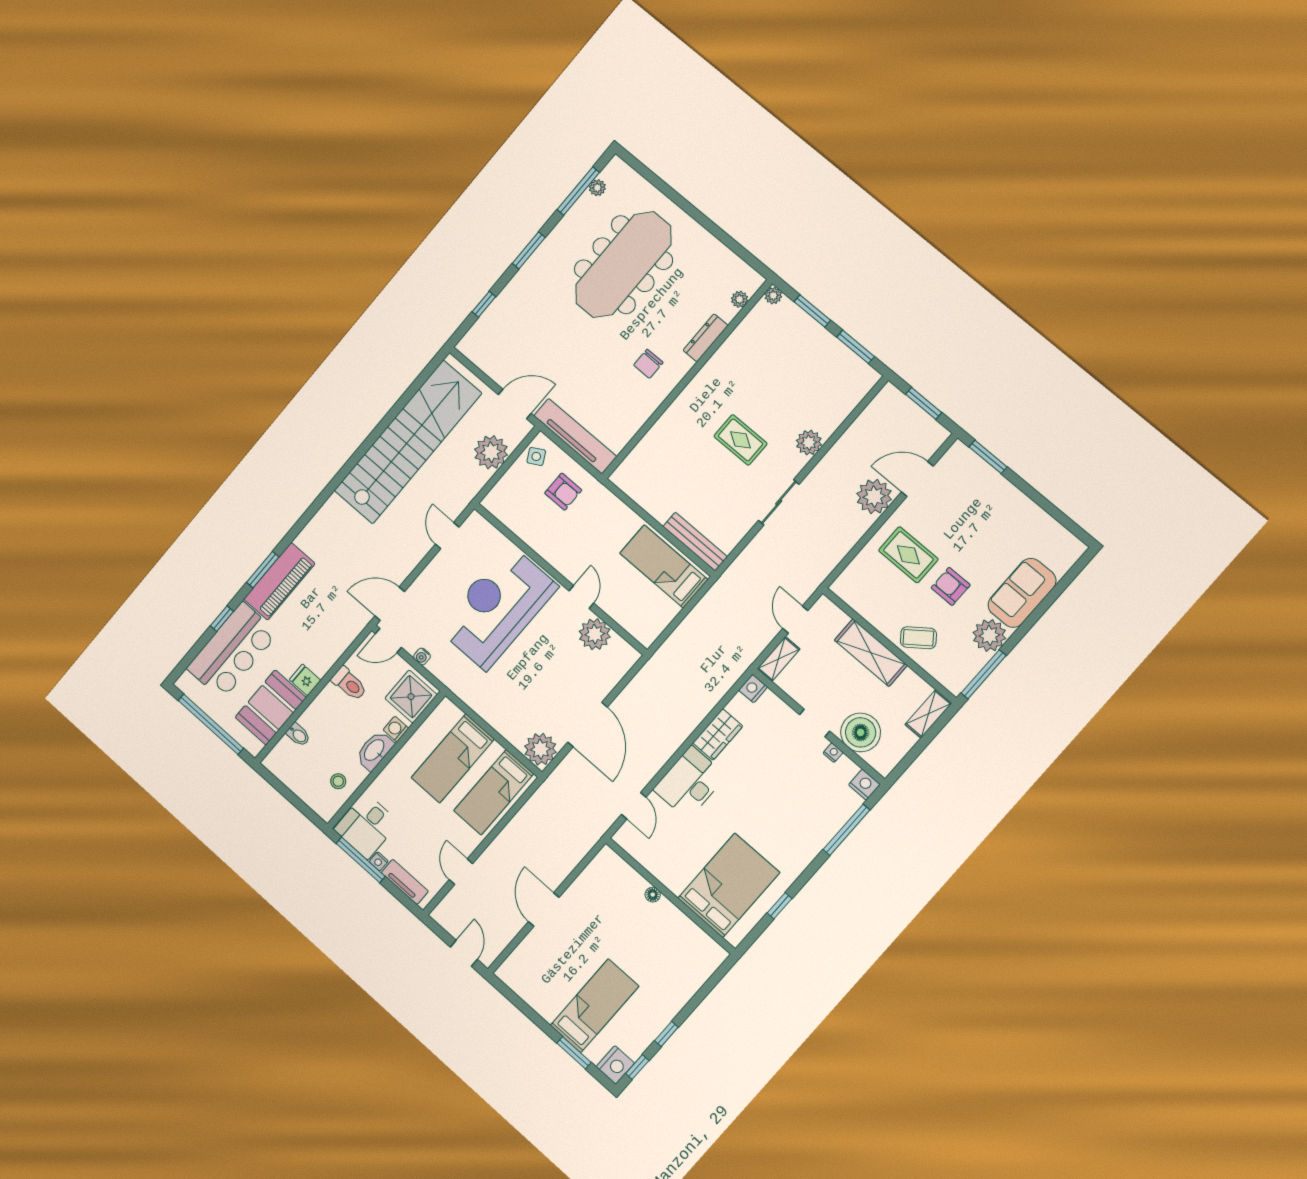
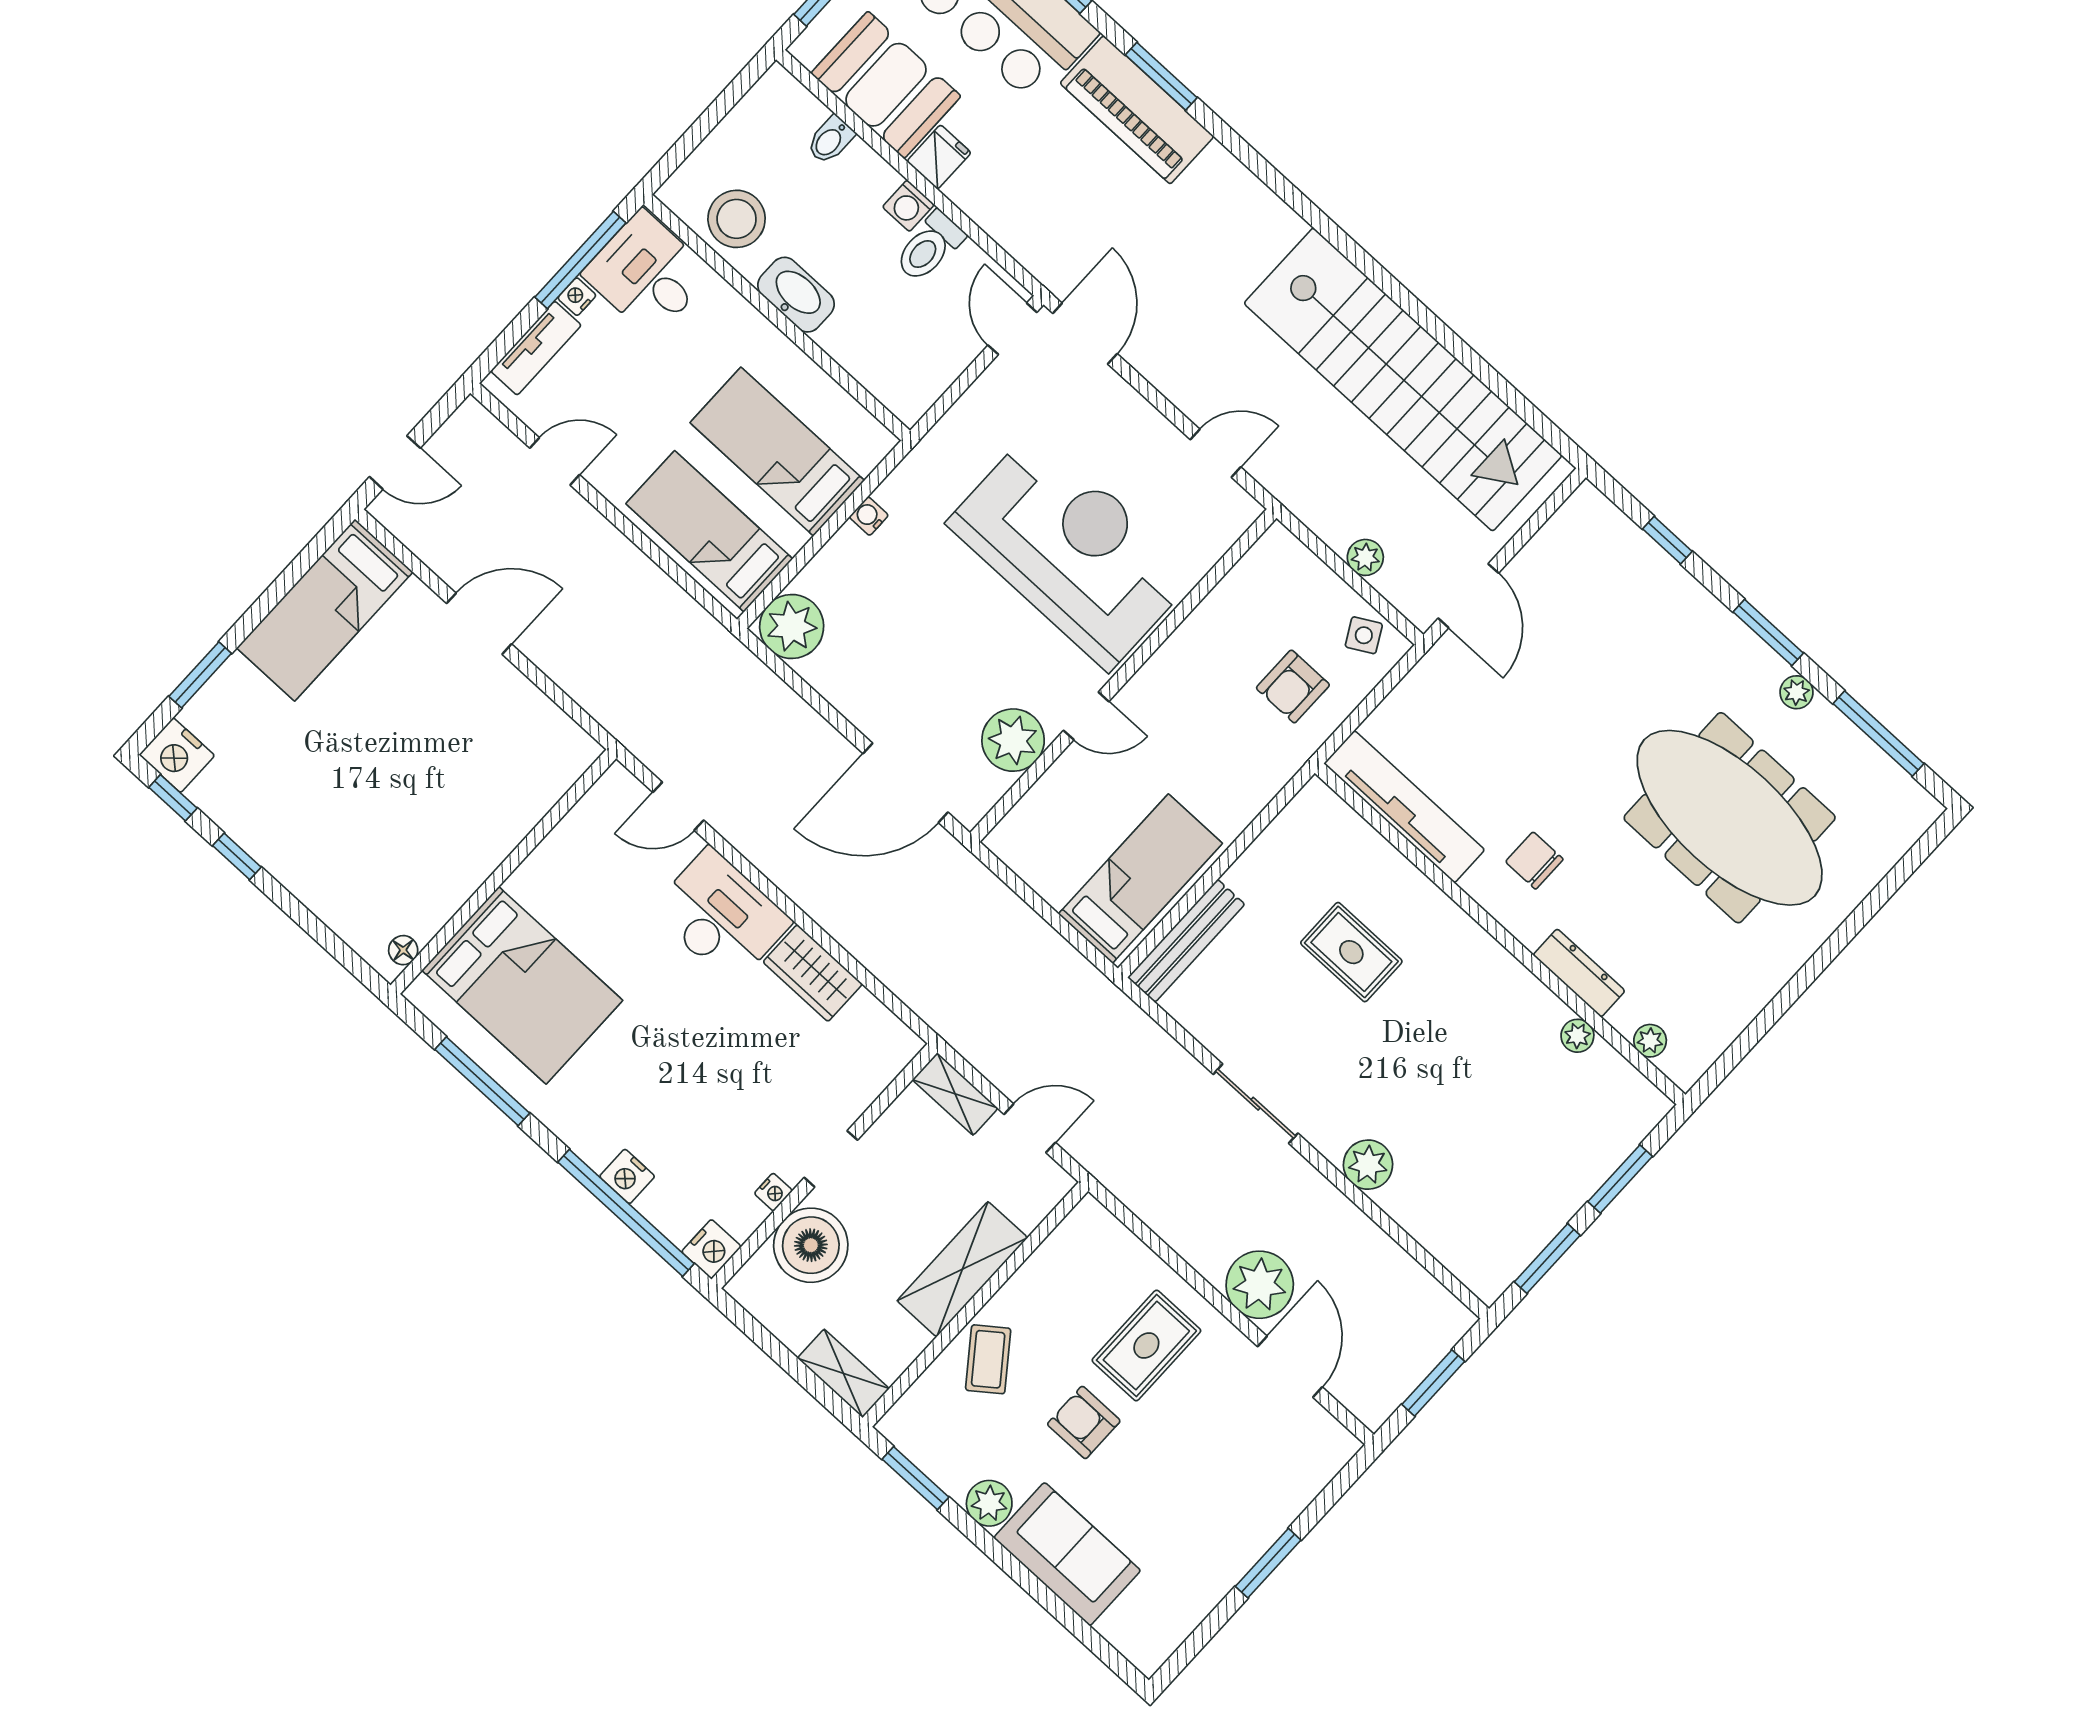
plant: (597, 188) -> (1797, 692), moved
plant: (773, 296) -> (1577, 1036), moved
tv unit: (575, 436) -> (1404, 807), moved, turned -90
rug: (740, 440) -> (1351, 952), moved, turned 90
plant: (491, 452) -> (1365, 557), width x0.53, depth x0.53
window: (988, 457) -> (1268, 1563), moved
armchair: (951, 586) -> (1084, 1422), turned -90
plant: (989, 635) -> (989, 1503), width x0.73, depth x0.73
water cooler: (422, 656) -> (869, 516), moved
window: (983, 674) -> (916, 1478), width x0.69
nightstand: (753, 689) -> (627, 1176), moved, turned 180
shower: (411, 697) -> (901, 371), removed
door: (588, 725) -> (906, 783), moved
washing machine: (396, 729) -> (908, 206), moved, turned 180
stool: (338, 781) -> (737, 219), width x1.89, depth x1.89
window: (846, 830) -> (626, 1213), width x1.46
floor lamp: (653, 895) -> (403, 950), moved
window: (779, 906) -> (482, 1081), width x2.17
bed: (594, 1006) -> (325, 610), moved, turned 90

